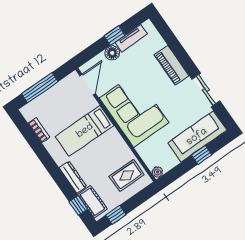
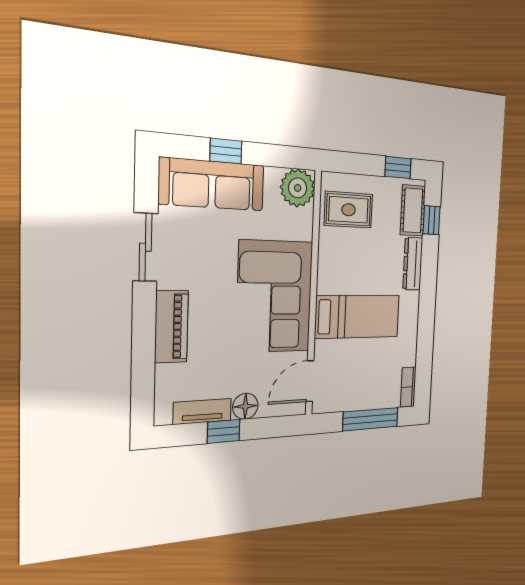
bookcase: (39, 130) -> (408, 387), moved
plant: (157, 172) -> (298, 188), width x1.88, depth x1.88

